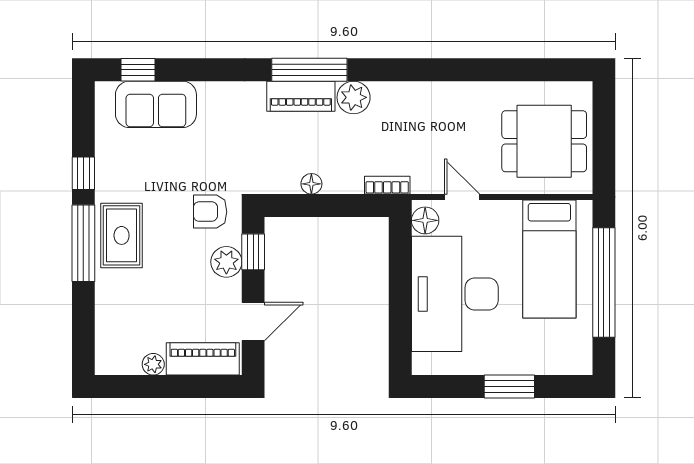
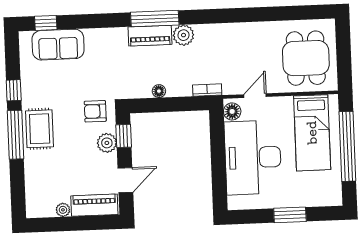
dining table: (544, 141) -> (306, 58), turned 90
door: (462, 197) -> (255, 96), hinge flipped

